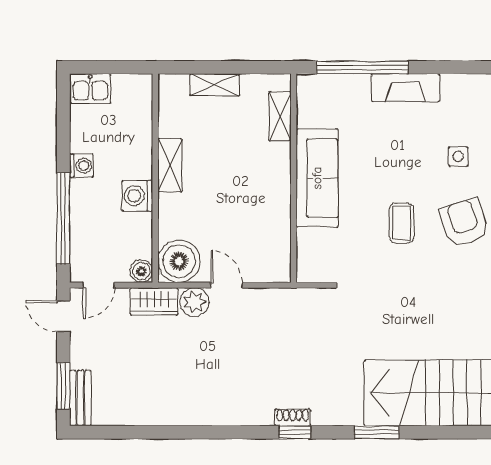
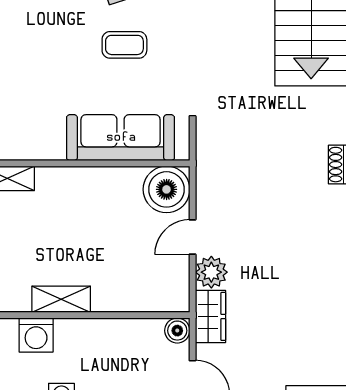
sofa: (317, 178) -> (121, 138), moved
washing machine: (137, 196) -> (36, 335), moved
boiler: (179, 261) -> (167, 189), moved

